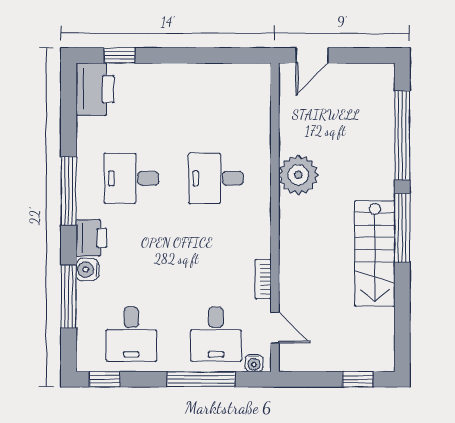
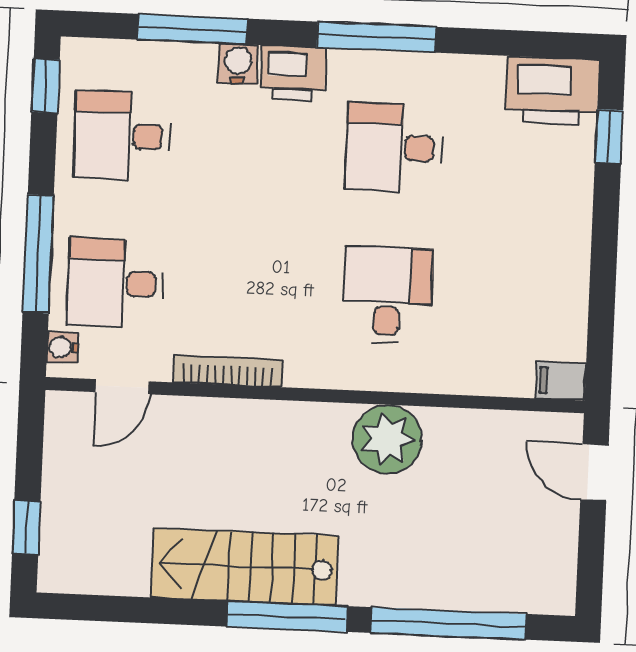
filing cabinet: (261, 77) -> (561, 381), added
desk: (131, 178) -> (394, 148), turned -90
bookcase: (263, 279) -> (228, 371), width x1.56

